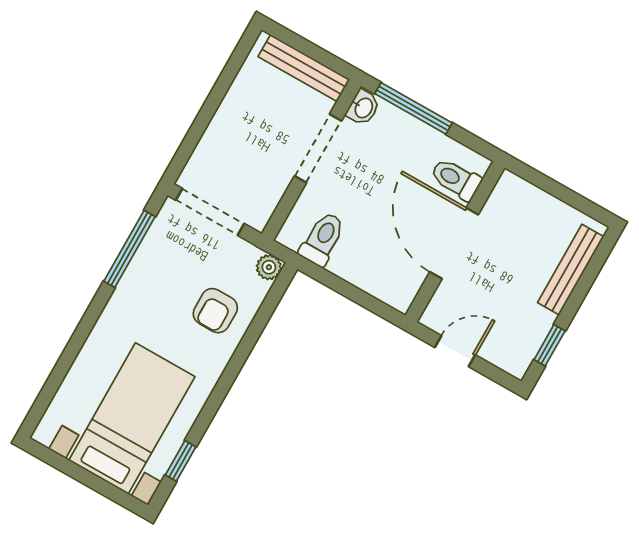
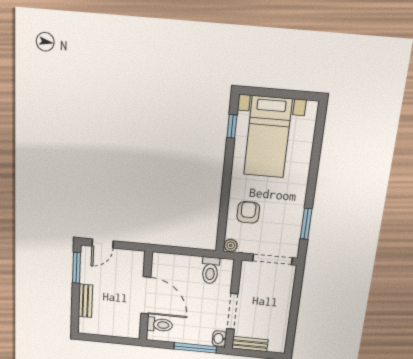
bench: (304, 68) -> (250, 344), width x0.73
window: (129, 249) -> (306, 224), width x0.69
bench: (571, 270) -> (85, 301), width x0.73
window: (550, 345) -> (76, 268), width x1.50
door: (455, 351) -> (103, 243), moved

